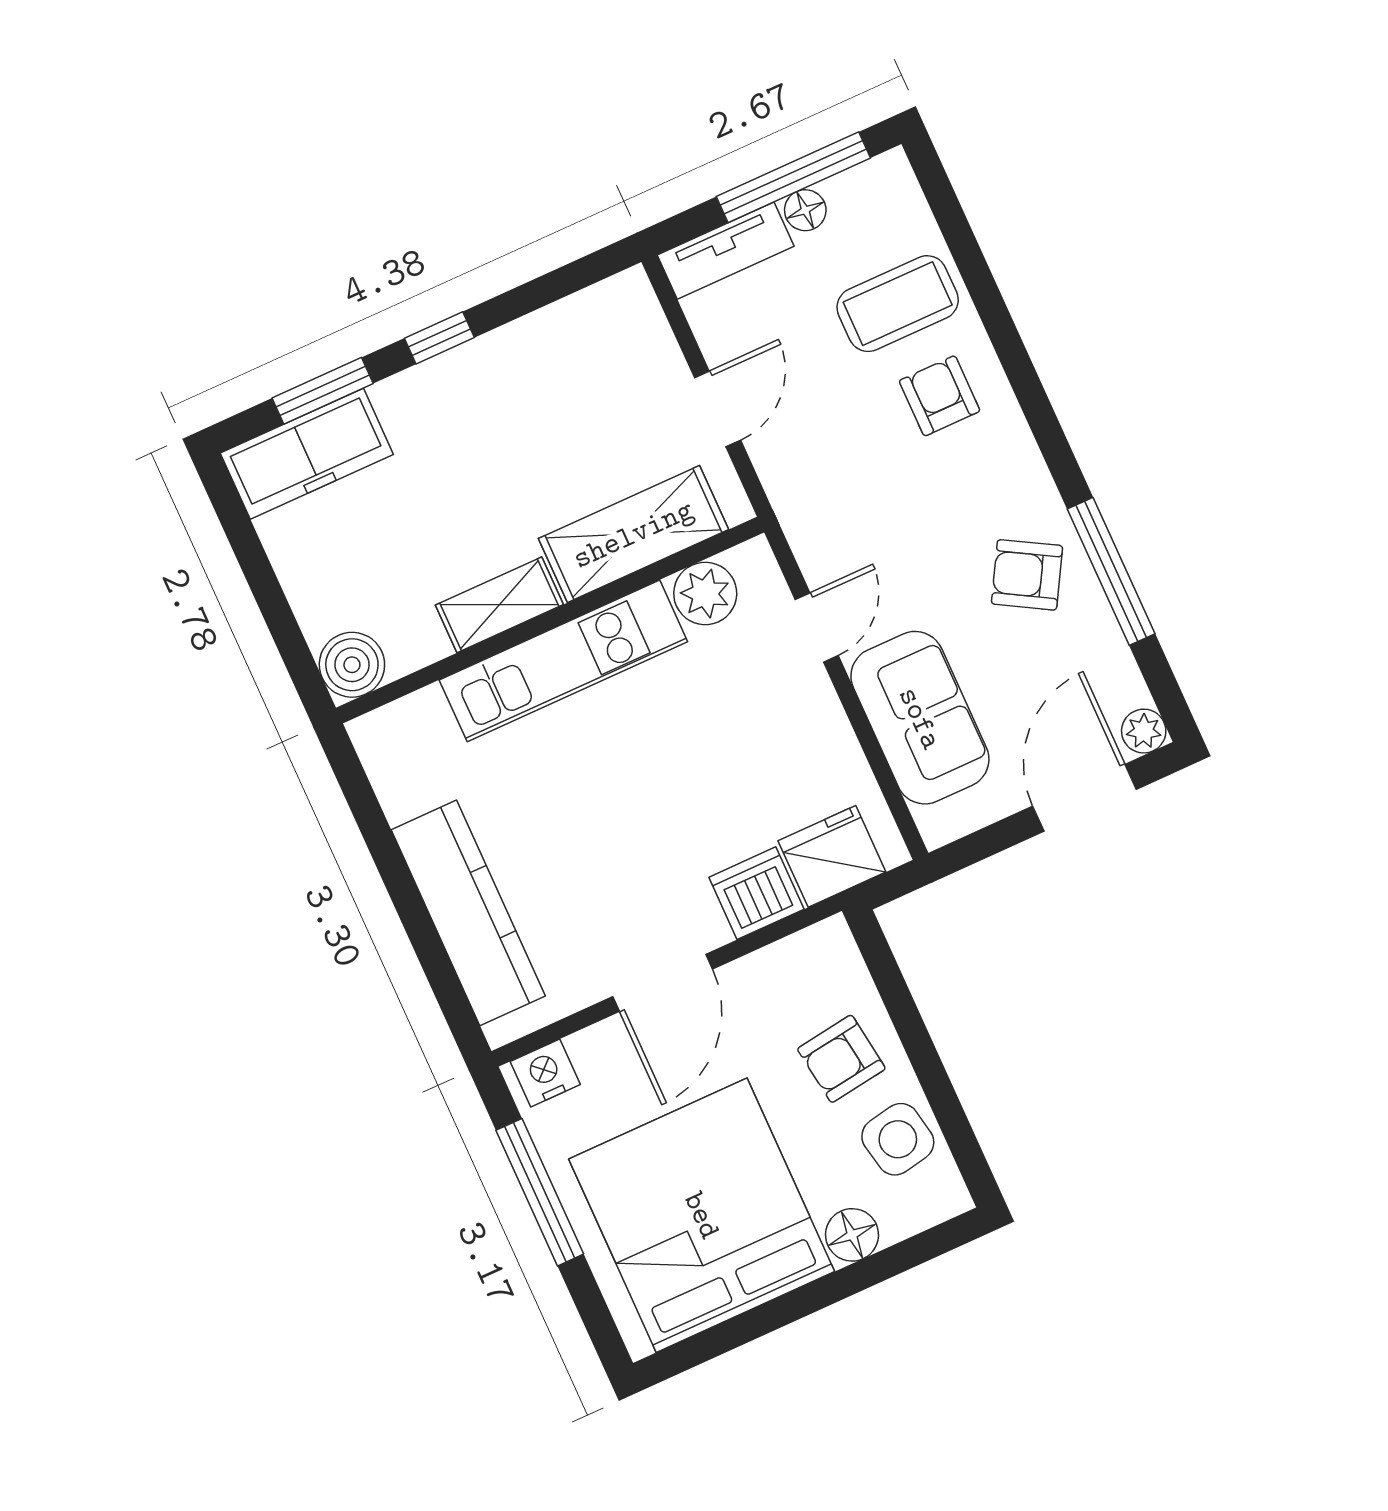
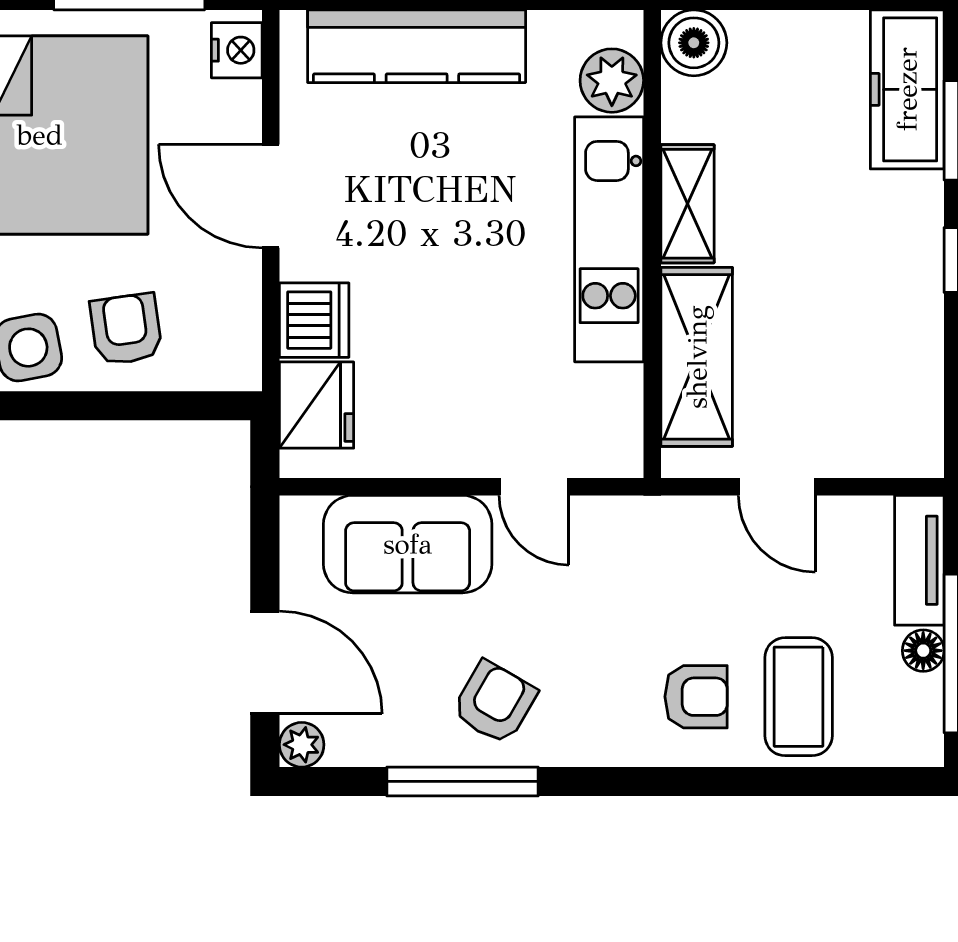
plant: (705, 593) -> (612, 81), moved

